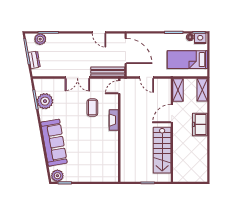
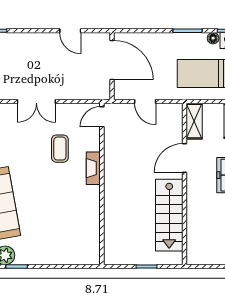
bench: (108, 72) -> (84, 92), removed

